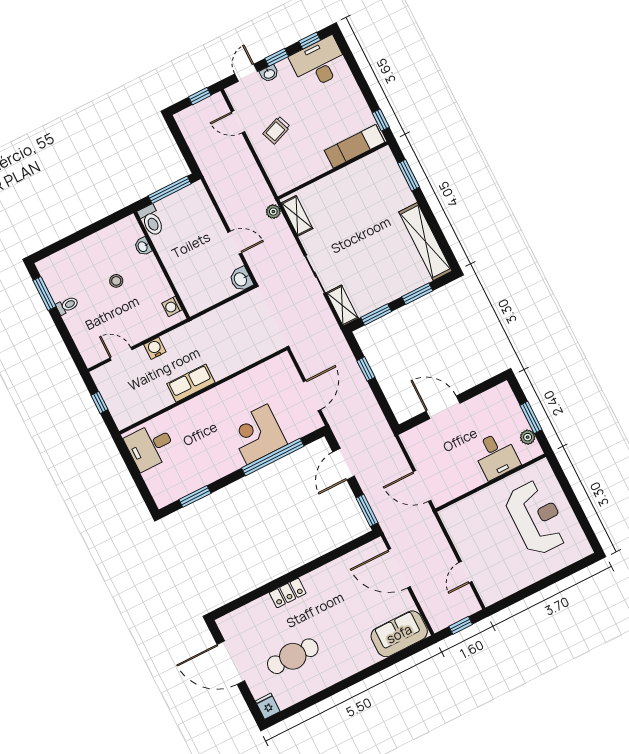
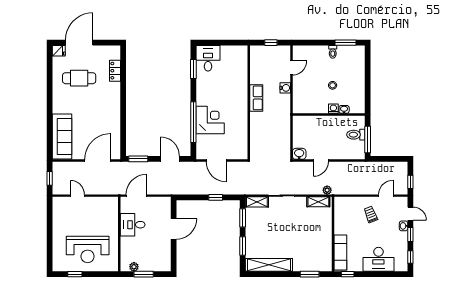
desk: (319, 63) -> (378, 259), moved, turned 90
toilet: (151, 221) -> (356, 135), moved
washing machine: (172, 306) -> (333, 109), moved
desk: (150, 446) -> (208, 58), moved
desk: (496, 455) -> (133, 225), moved
window: (582, 518) -> (75, 274), added
locker: (288, 593) -> (115, 71), moved
sofa: (399, 634) -> (62, 136), width x1.36
cafe table: (293, 656) -> (79, 78), turned 90
door: (231, 663) -> (79, 43), moved

